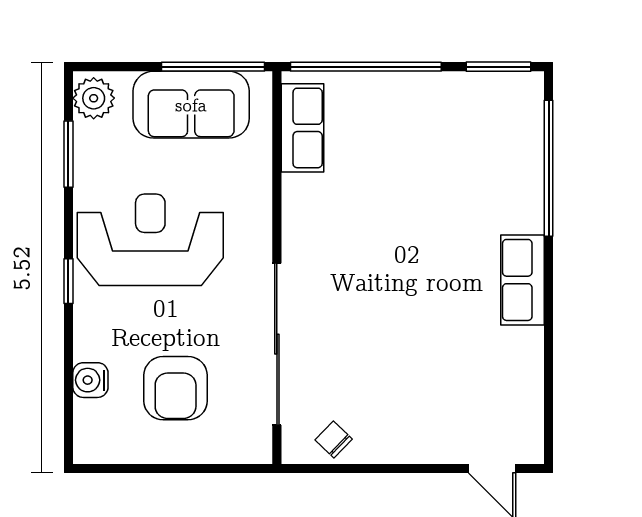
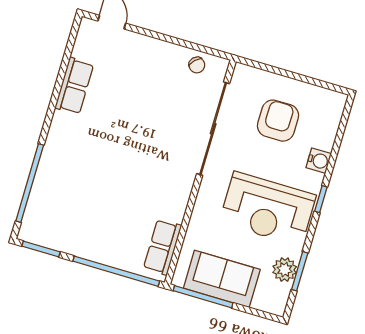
plant: (94, 98) -> (285, 270), moved
row of seats: (522, 280) -> (74, 86), moved
water cooler: (90, 380) -> (319, 161), moved

